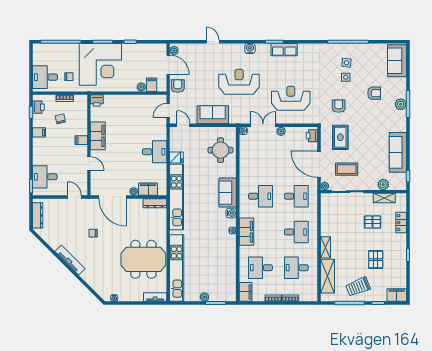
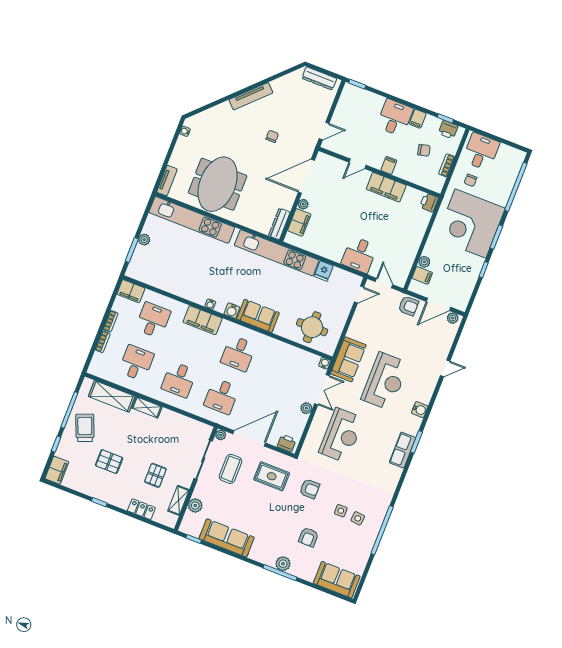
sofa: (213, 115) -> (348, 359), moved
desk: (155, 152) -> (359, 255), moved
desk: (45, 177) -> (395, 118), moved

